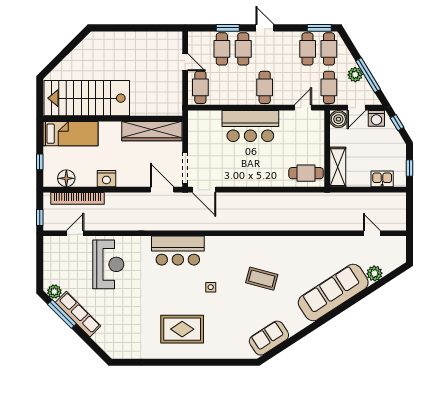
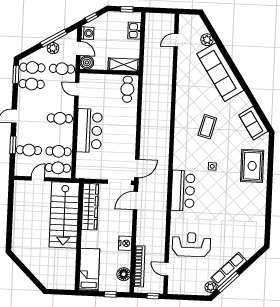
cafe table: (243, 49) -> (59, 151), moved
stairs: (87, 98) -> (64, 215), moved
rug: (182, 329) -> (252, 166), moved

